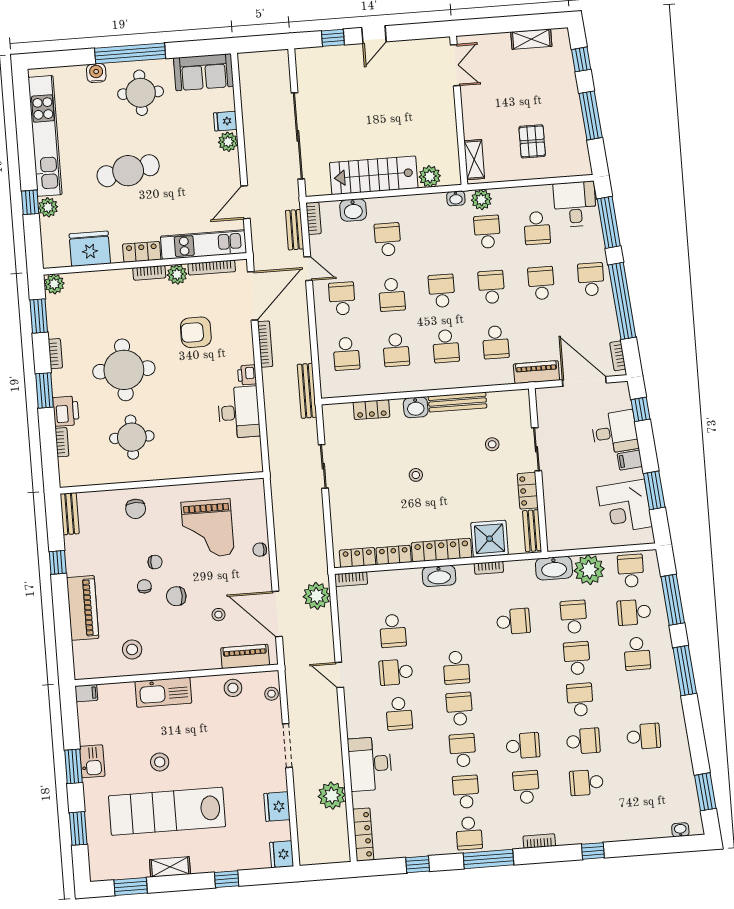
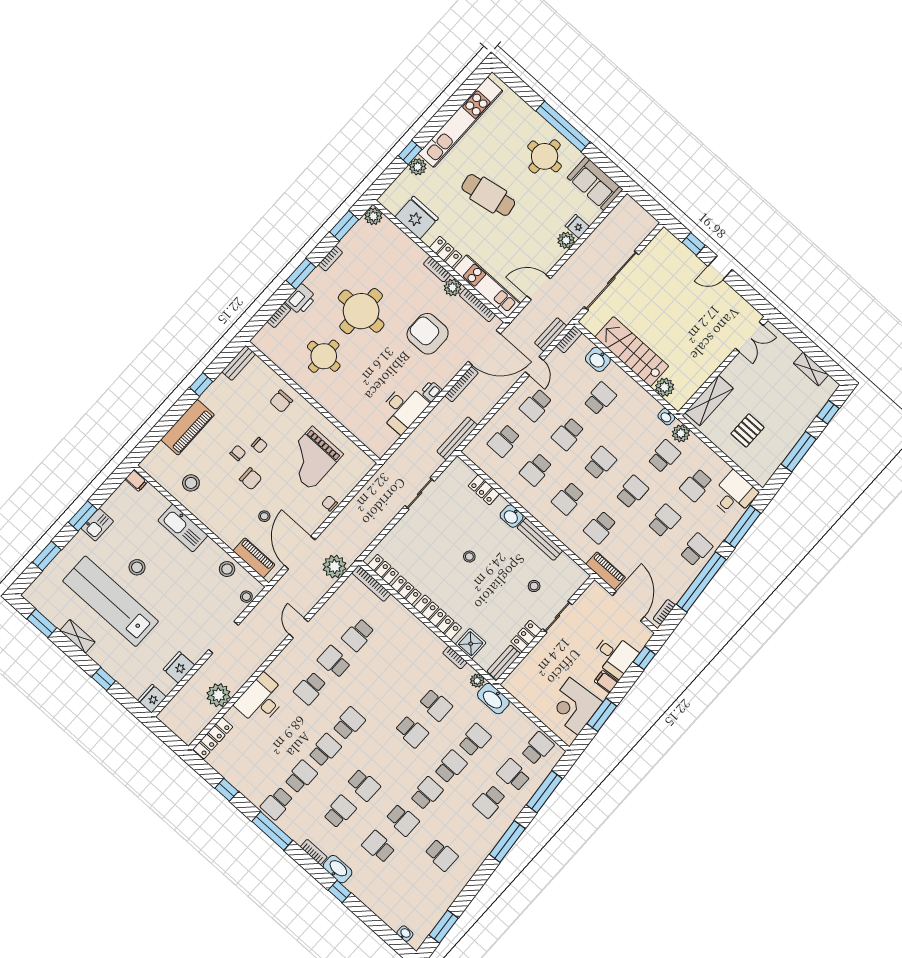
water cooler: (96, 73) -> (530, 117), removed
shelving: (474, 160) -> (709, 401), width x1.50, depth x1.33
school desk: (342, 299) -> (536, 405), turned 180
armchair: (196, 332) -> (428, 334), width x1.36, depth x1.36
shower: (490, 539) -> (471, 644), width x0.73, depth x0.73
plant: (589, 570) -> (477, 681), moved, width x0.53, depth x0.53
washbasin: (439, 576) -> (338, 869), moved, turned 180
bookcase: (351, 579) -> (371, 583), width x1.56
chair: (176, 596) -> (251, 479), turned 180
school desk: (456, 668) -> (412, 732), moved, turned -90

